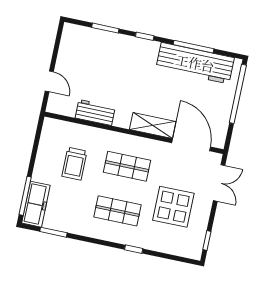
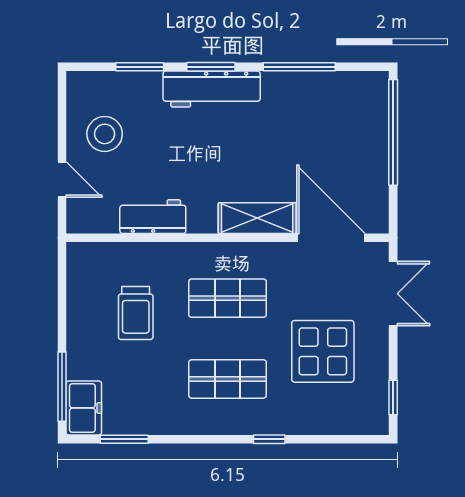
window: (145, 36) -> (211, 67), width x1.50
stool: (78, 61) -> (105, 134), added
workbench: (195, 63) -> (212, 89), moved, width x0.73, depth x0.76
freezer: (36, 204) -> (84, 408), width x0.71

